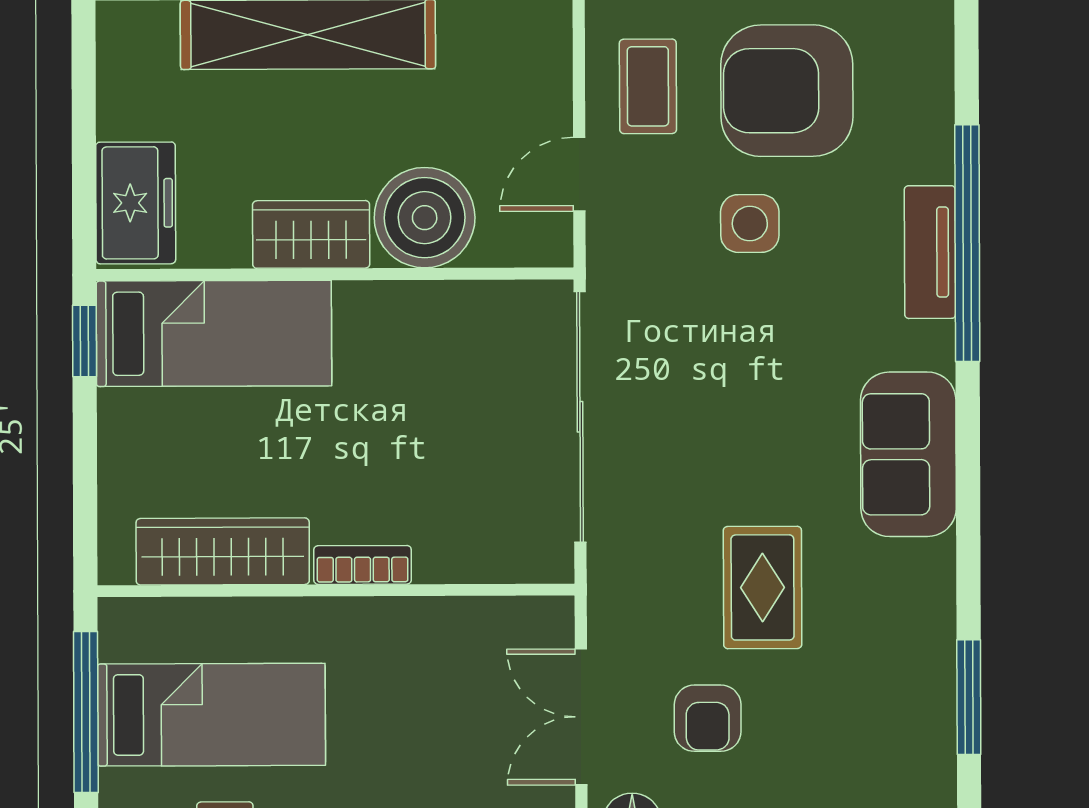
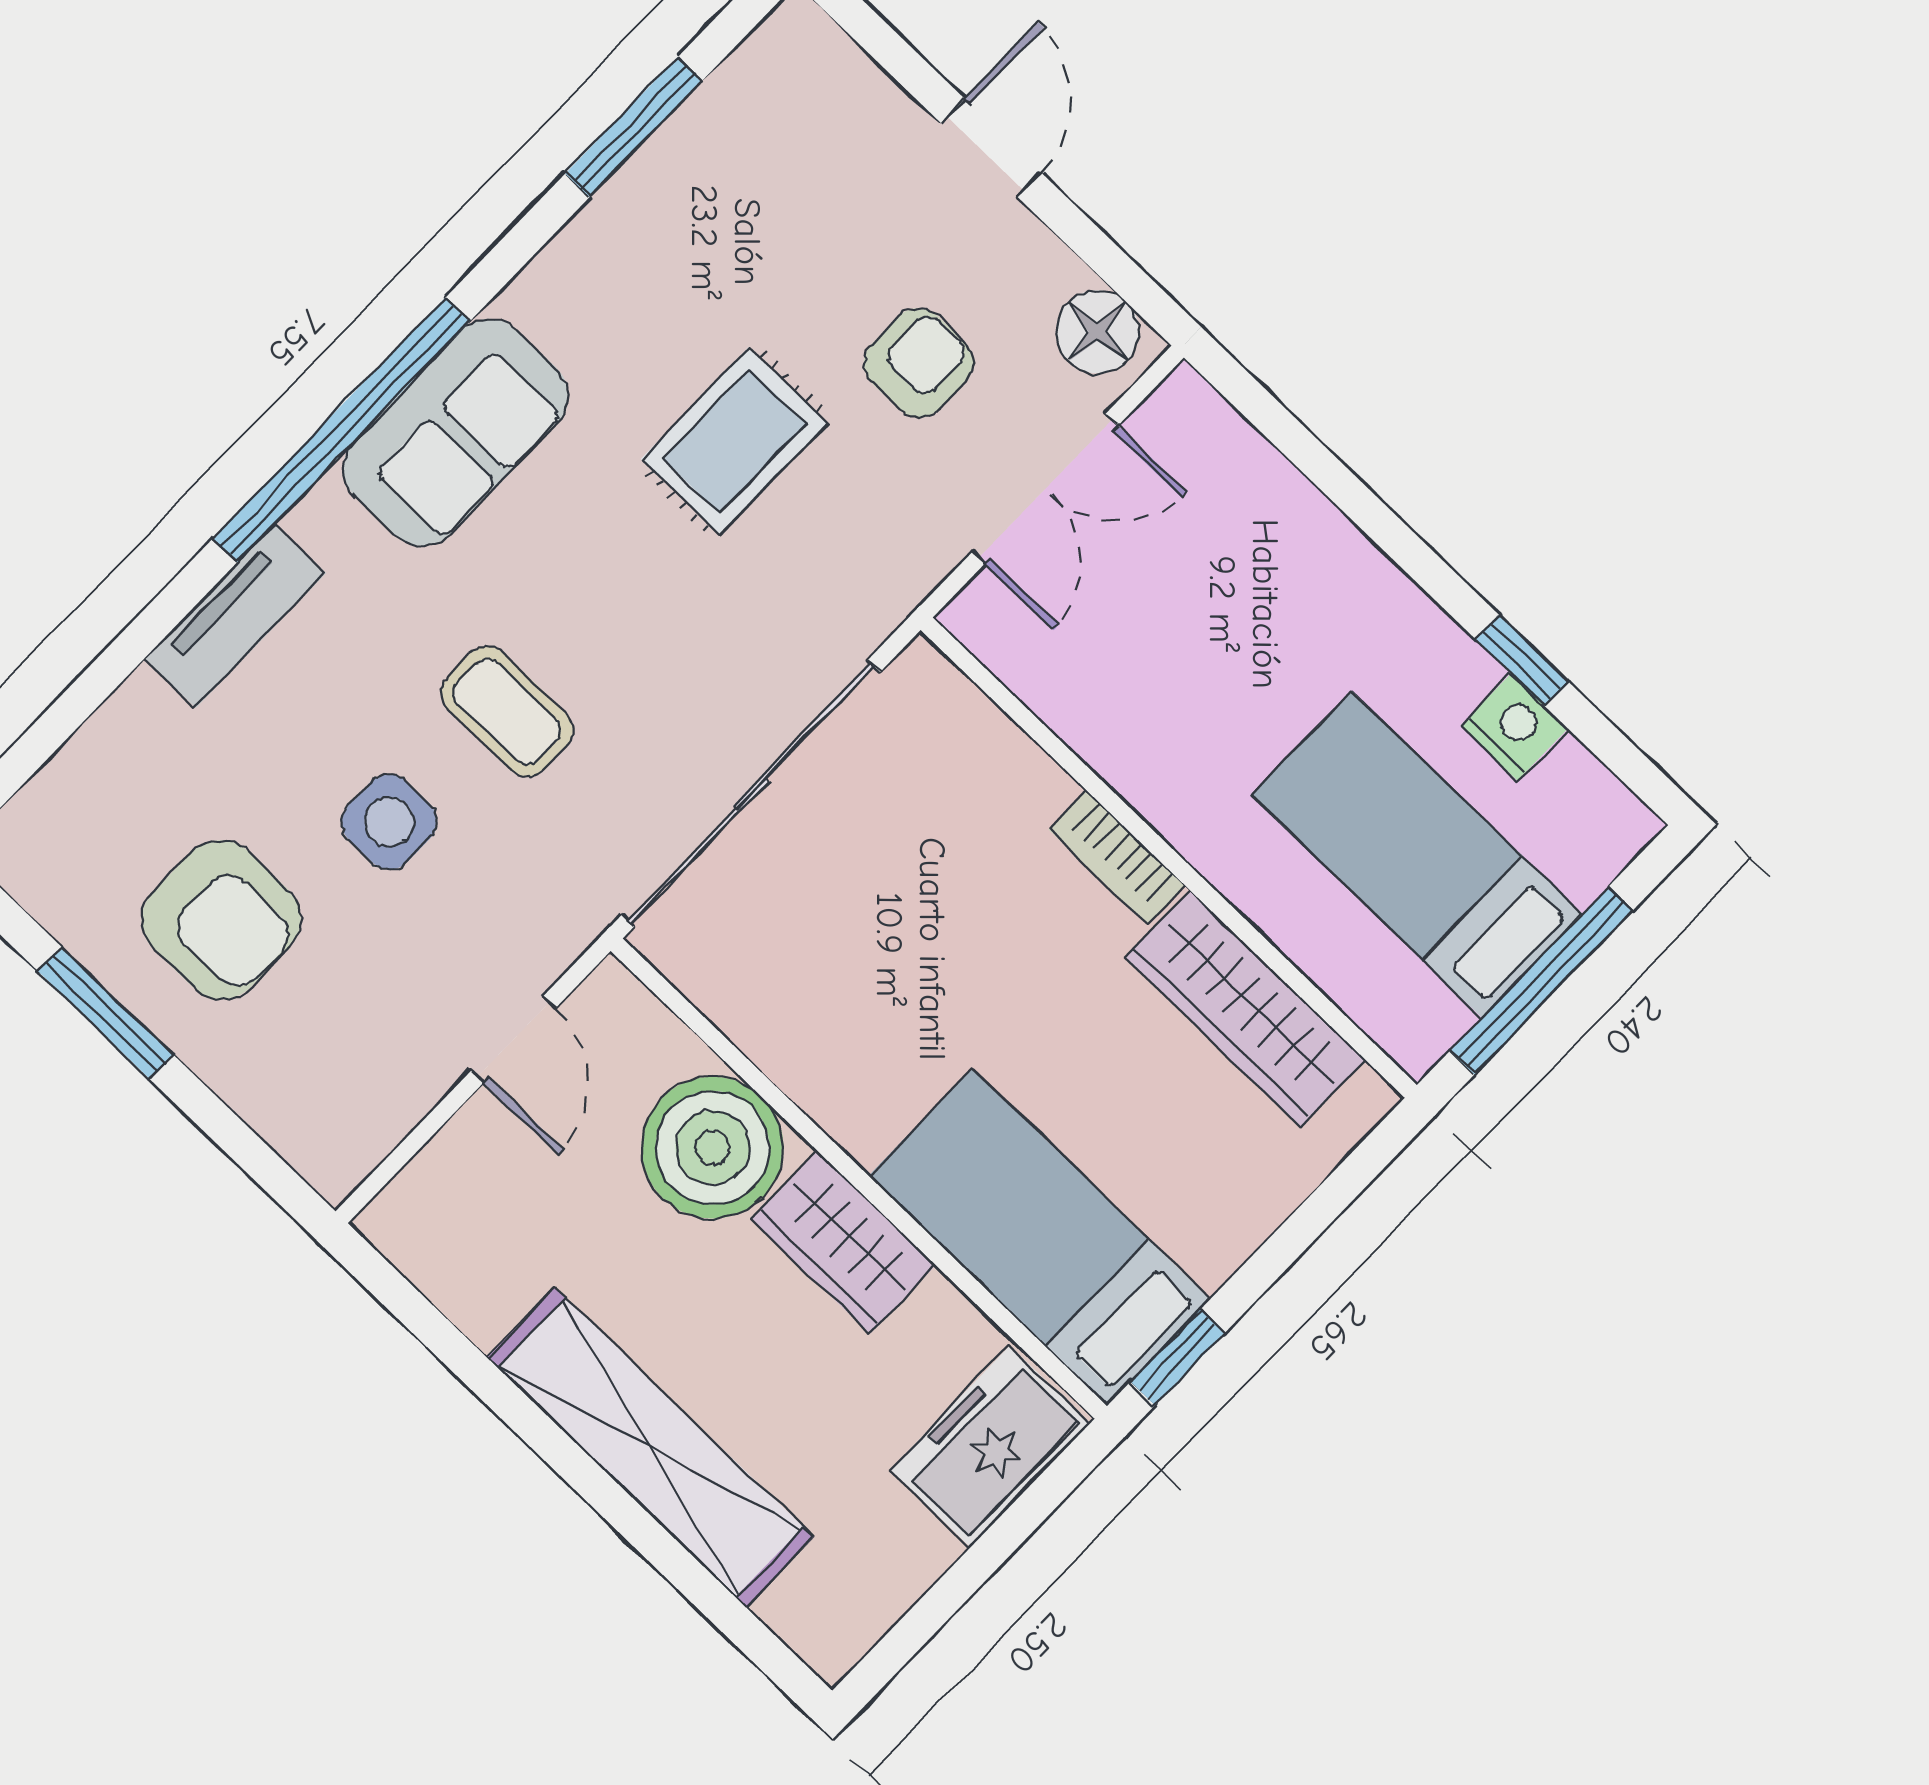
coffee table: (648, 86) -> (507, 712), moved, turned 90
armchair: (787, 91) -> (221, 920), width x0.73, depth x0.73
door: (579, 174) -> (513, 1039), hinge flipped
window: (967, 243) -> (341, 430), moved

